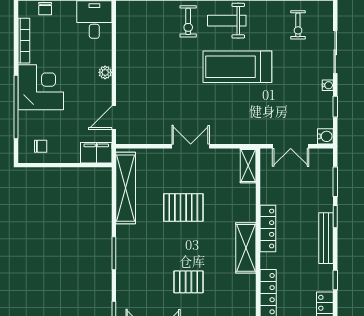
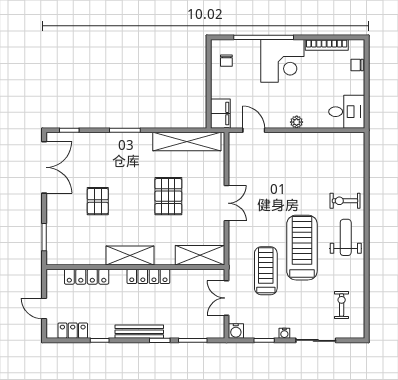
exercise bike: (298, 25) -> (342, 305), turned 90
treadmill: (262, 105) -> (266, 271), added
shelving: (248, 166) -> (200, 255), width x1.50, depth x1.33

